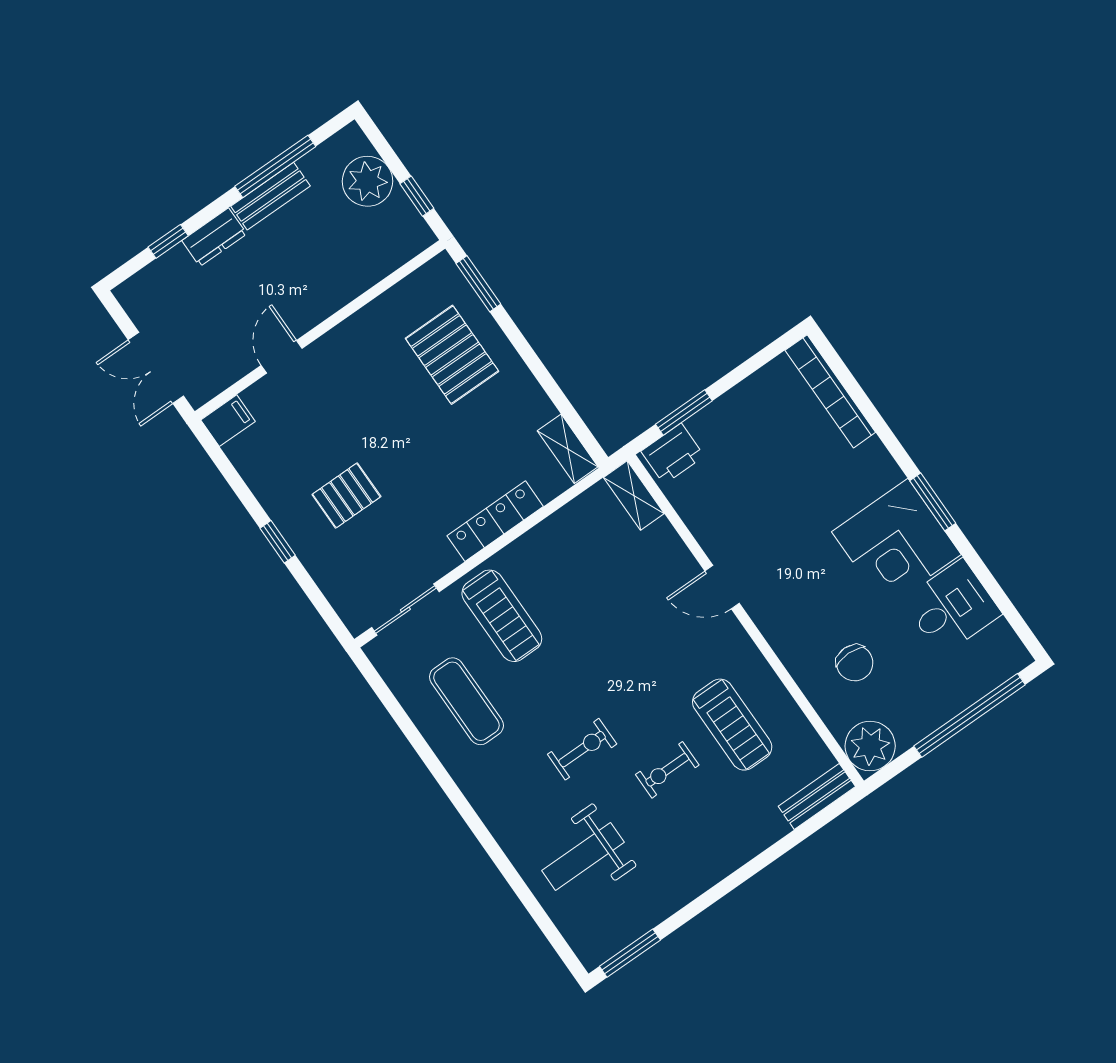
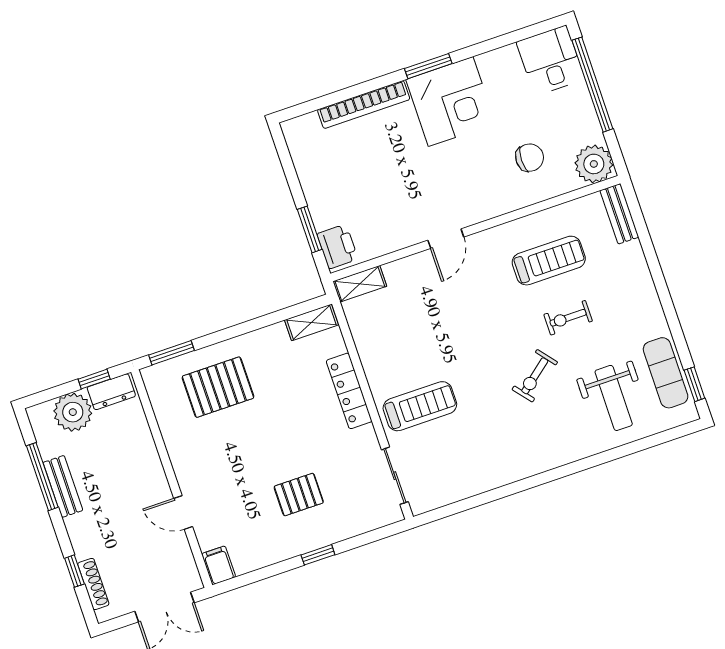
dresser: (214, 237) -> (111, 392), moved, turned 90
shoe rack: (159, 270) -> (93, 584), added
bookcase: (830, 391) -> (364, 105), moved
pallet: (346, 496) -> (299, 495), turned 90
desk: (952, 607) -> (550, 60), moved
exercise mat: (466, 701) -> (666, 373), moved, turned 90
exercise bike: (582, 749) -> (535, 376), turned -129
exercise bike: (667, 770) -> (568, 318), turned 90
window: (630, 953) -> (694, 384), width x0.67

